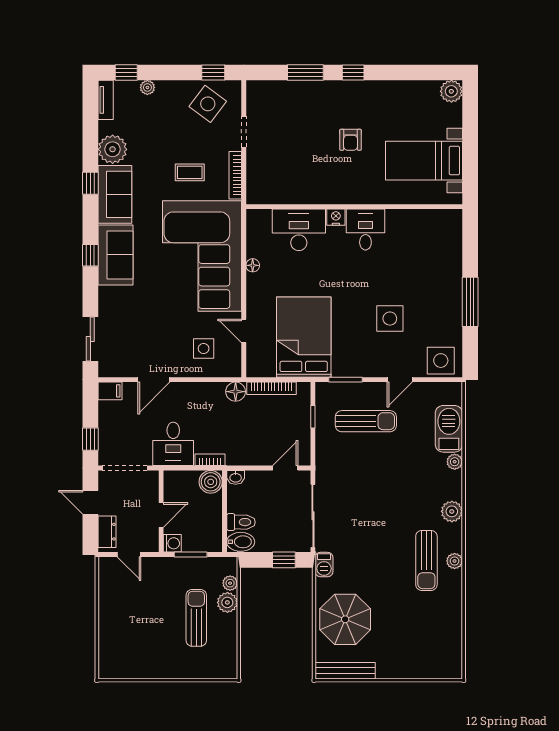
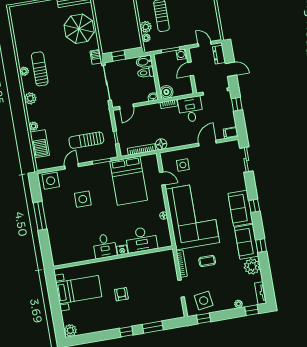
side table: (208, 104) -> (204, 301), turned 45

